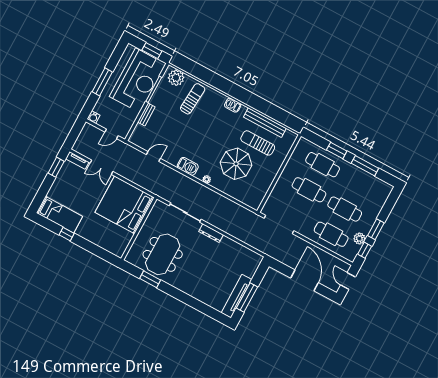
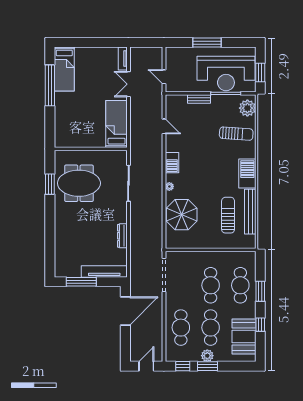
barbecue: (233, 105) -> (247, 174), width x1.88, depth x1.53
water cooler: (94, 117) -> (170, 52), removed
parasol: (236, 164) -> (182, 215), moved
window: (365, 166) -> (260, 325), width x0.46
window: (56, 167) -> (106, 43), removed
booth: (368, 185) -> (244, 336), added
bed: (125, 205) -> (117, 124), width x0.49
dresser: (211, 233) -> (122, 236), moved
window: (67, 234) -> (50, 85), width x3.17
plant: (359, 238) -> (207, 356), moved
door: (304, 280) -> (125, 311), moved
tv unit: (236, 296) -> (104, 272), moved

